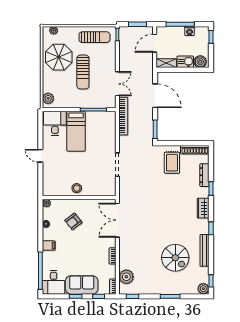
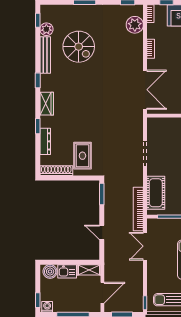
washing machine: (190, 31) -> (47, 307), moved
door: (155, 96) -> (102, 232), width x0.53
cot: (108, 130) -> (156, 193), added
spiral stairs: (175, 258) -> (79, 47), turned 180
plant: (203, 289) -> (46, 29), moved

